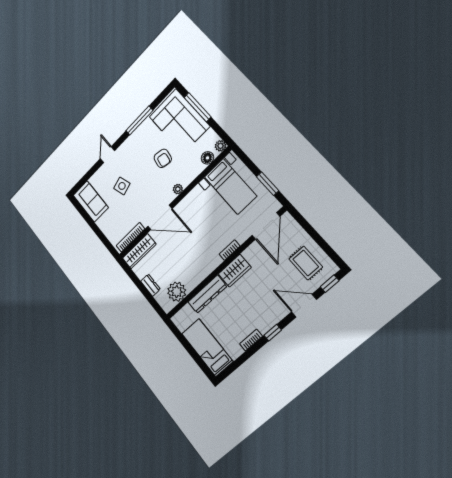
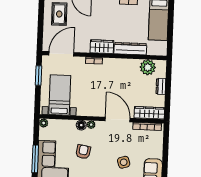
floor lamp: (207, 158) -> (81, 125), moved

